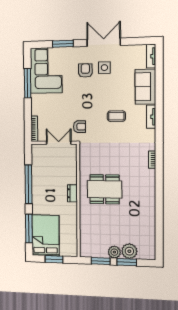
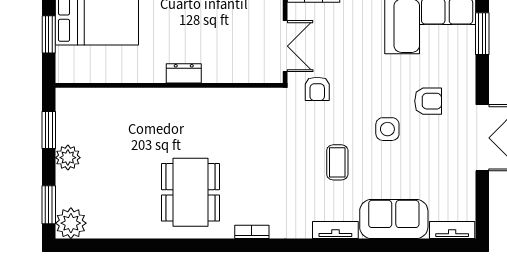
window: (63, 44) -> (482, 34), moved
side table: (104, 68) -> (387, 129), moved
dining table: (105, 189) -> (190, 192), moved
plant: (129, 251) -> (71, 223), moved
window: (127, 262) -> (49, 205), moved

